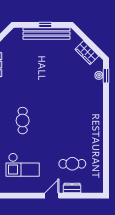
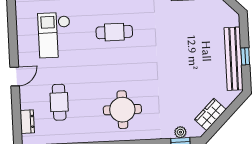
round table: (80, 117) -> (122, 110), added
dresser: (72, 188) -> (27, 122), moved
door: (52, 196) -> (15, 77), hinge flipped

